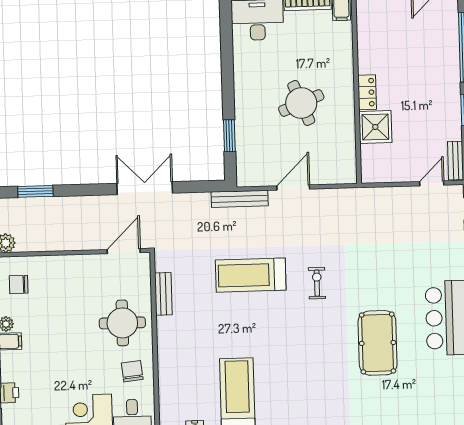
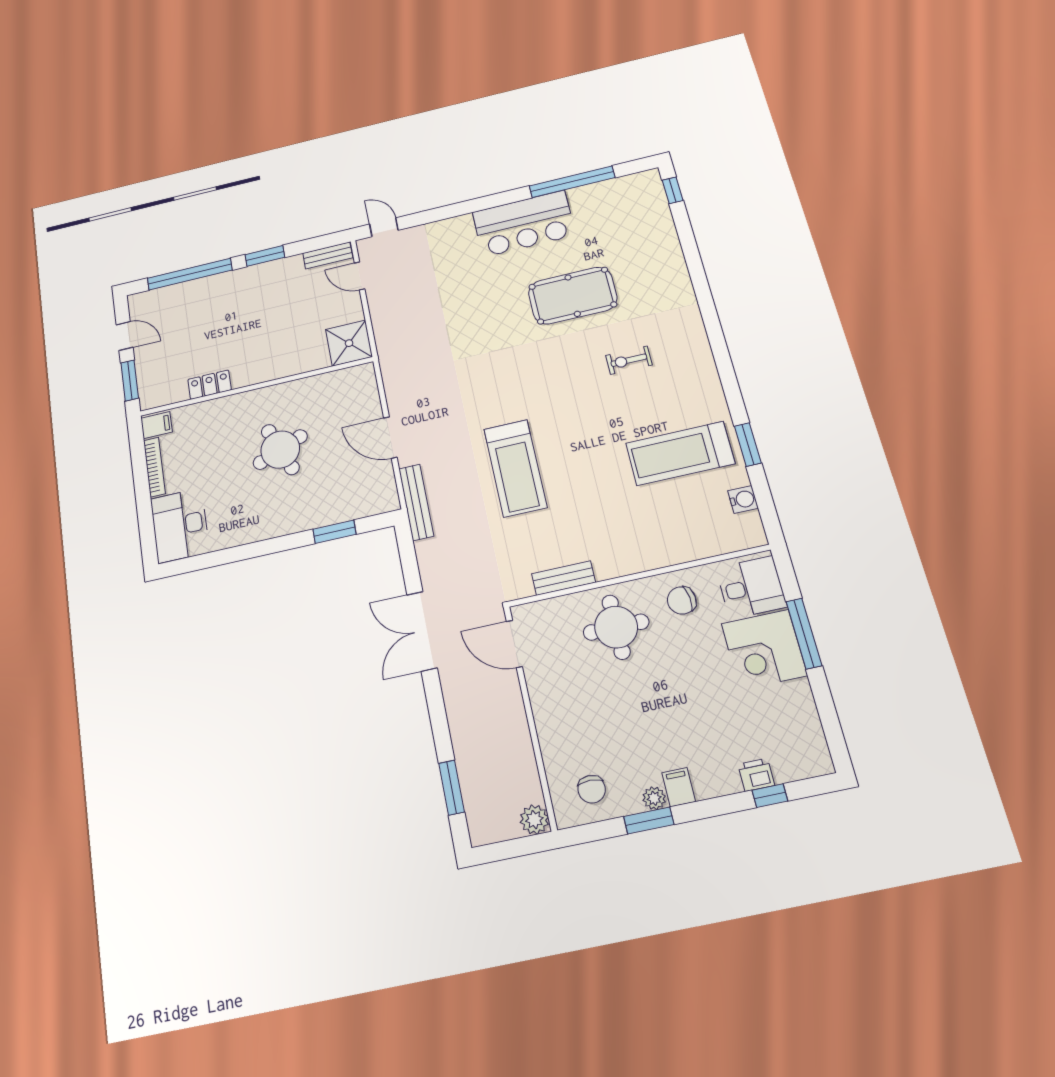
locker: (367, 92) -> (210, 385), moved
shower: (375, 127) -> (349, 343), moved
exercise bike: (317, 283) -> (629, 360), moved

